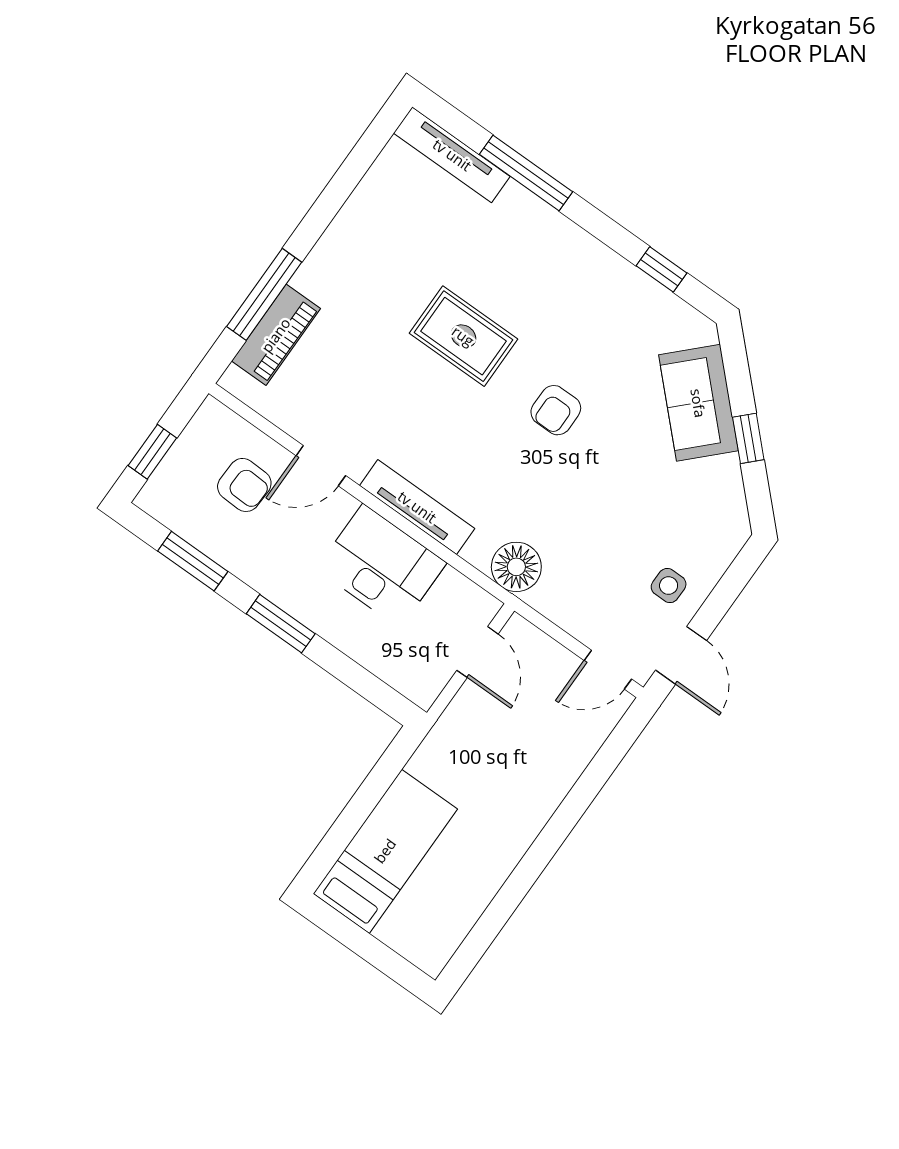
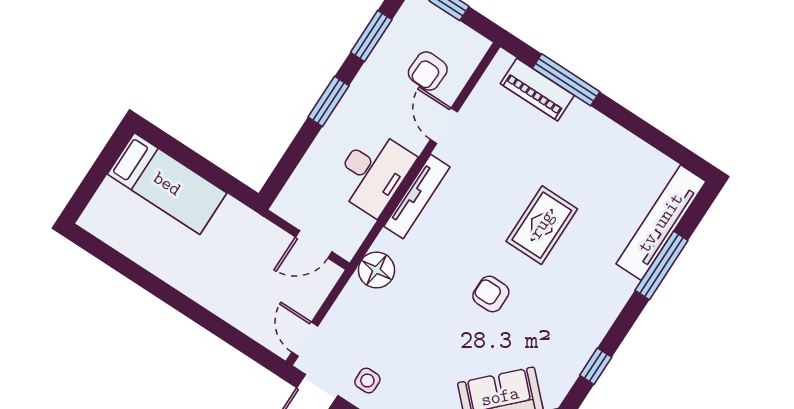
tv unit: (452, 155) -> (661, 223), width x1.36, depth x1.29

